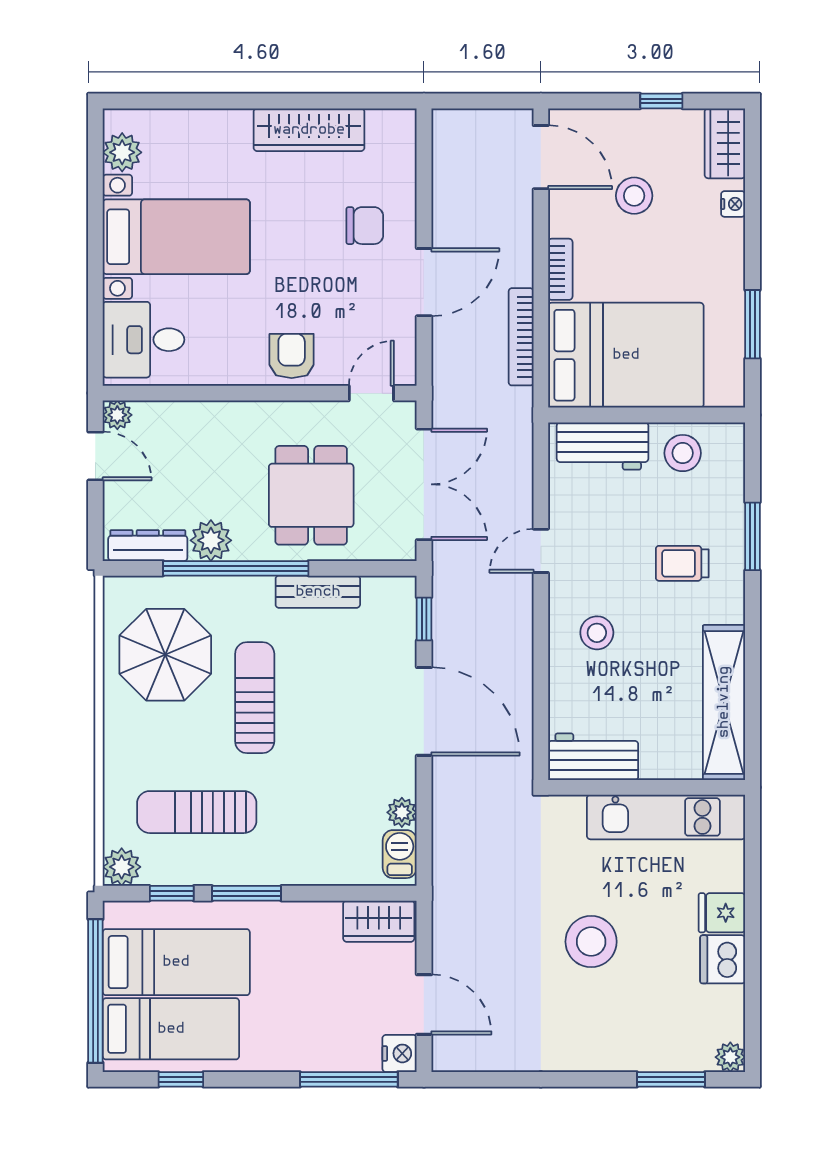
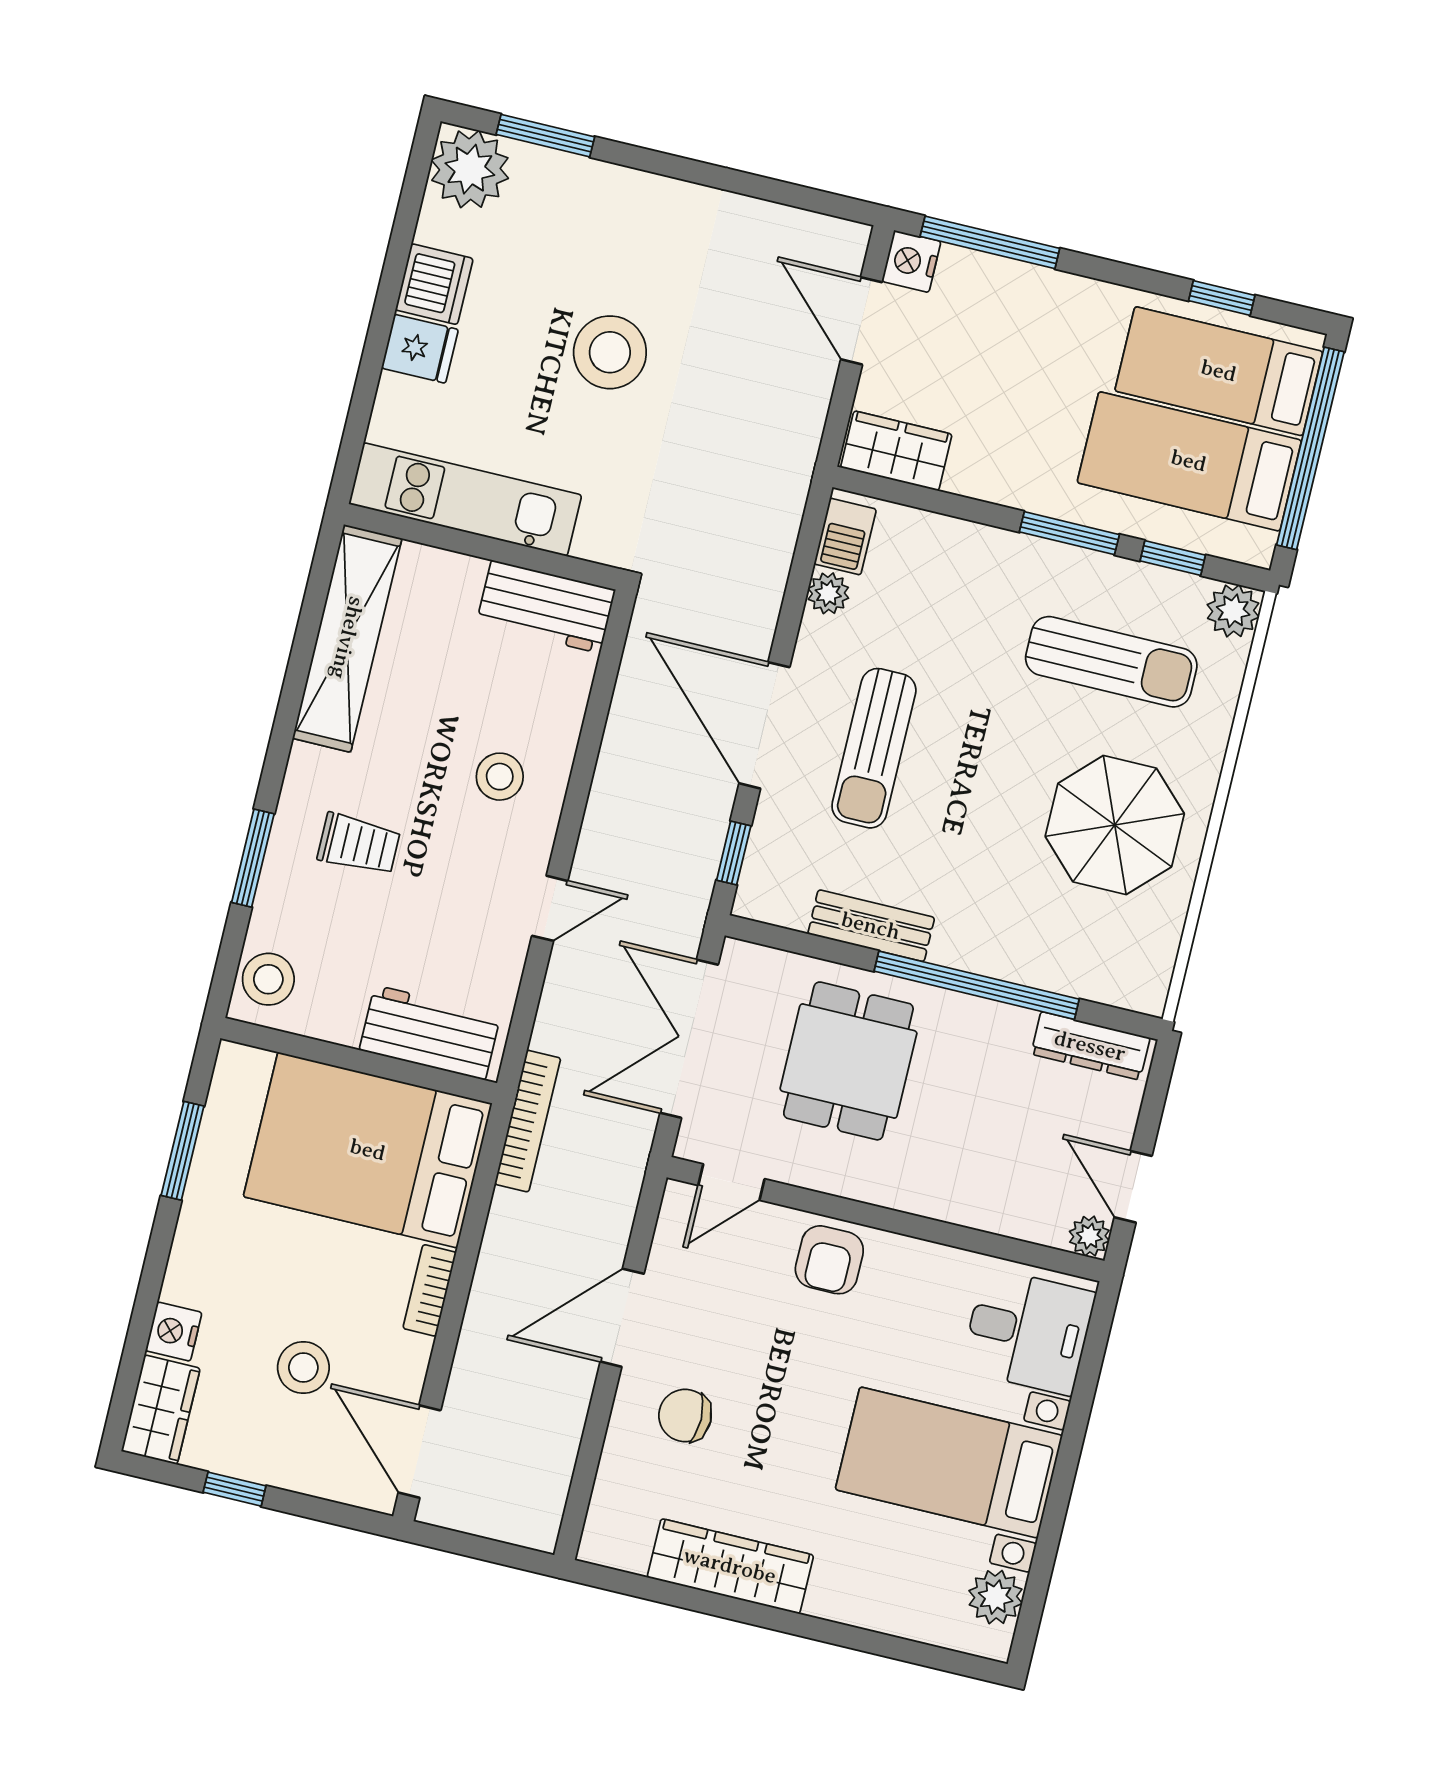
nightstand: (733, 204) -> (174, 1332), width x1.39, depth x1.35
bookcase: (521, 337) -> (528, 1121), moved
stool: (683, 453) -> (268, 979), moved
plant: (211, 540) -> (1002, 1032), removed
parasol: (165, 655) -> (1115, 825), moved
sun lounger: (255, 698) -> (874, 748), moved
plant: (730, 1057) -> (470, 169), width x1.87, depth x1.87

